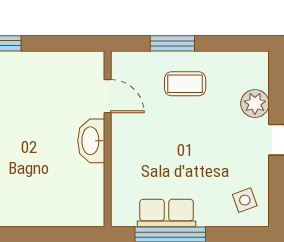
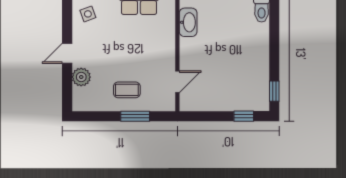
door: (108, 96) -> (177, 82), swing flipped
washbasin: (91, 141) -> (188, 22), moved

